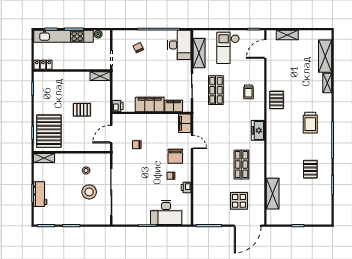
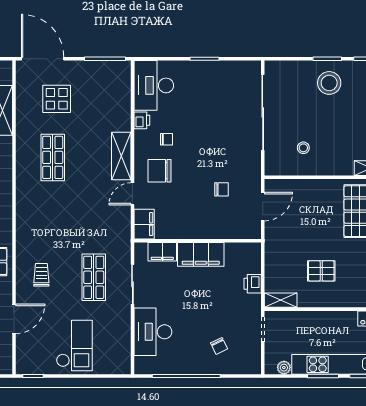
desk: (179, 45) -> (153, 332), moved
door: (265, 49) -> (14, 319), moved
shelving: (199, 53) -> (121, 156), moved
printer: (118, 106) -> (253, 284), moved
pallet: (82, 110) -> (321, 271), moved
freezer: (258, 130) -> (26, 212), removed
door: (192, 142) -> (132, 194), hinge flipped
chair: (175, 156) -> (159, 171), turned -90
stool: (89, 192) -> (329, 83), moved
desk: (166, 212) -> (154, 85), moved, turned -90
door: (248, 226) -> (43, 59), hinge flipped

